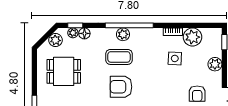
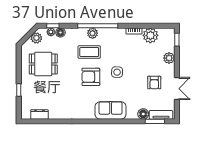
side table: (175, 58) -> (117, 72), moved

